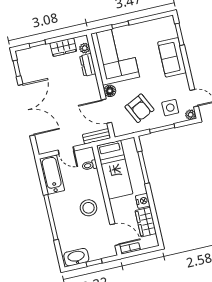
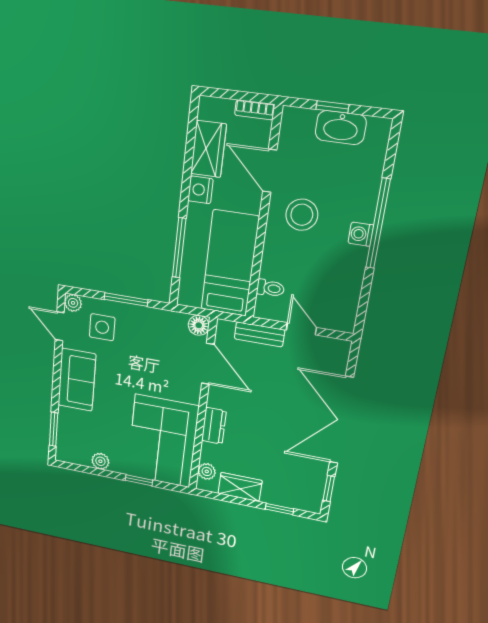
plant: (146, 27) -> (100, 461), added
sofa: (172, 57) -> (77, 380), moved
dresser: (88, 65) -> (214, 426), moved
floor lamp: (110, 91) -> (199, 325), moved
armchair: (139, 108) -> (152, 346), removed
bench: (97, 136) -> (259, 334), moved
bathtub: (52, 175) -> (343, 298), removed
washing machine: (57, 209) -> (361, 234), added
door: (115, 235) -> (270, 171), moved
washbasin: (76, 257) -> (341, 128), moved

